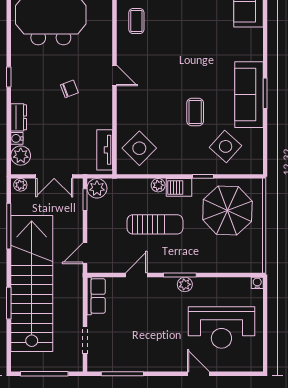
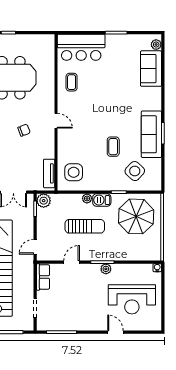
side table: (139, 148) -> (74, 172), turned 45

